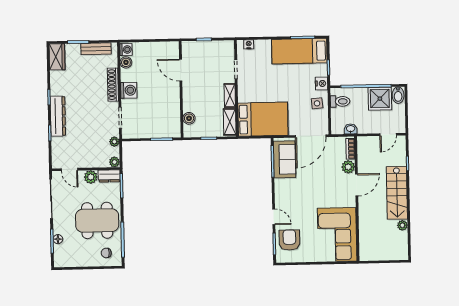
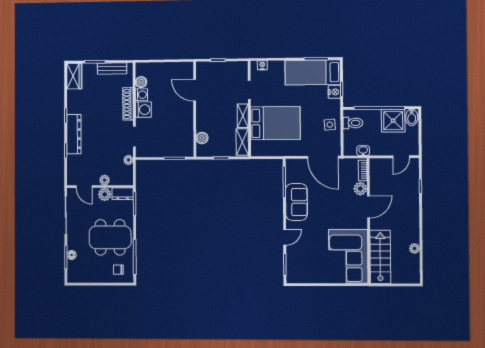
washing machine: (126, 50) -> (141, 95), moved
nightstand: (321, 83) -> (334, 92), moved
bed: (263, 119) -> (275, 123), moved
door: (311, 136) -> (323, 157), hinge flipped
sofa: (285, 159) -> (296, 202), moved
plant: (114, 162) -> (105, 180), moved
stairs: (397, 193) -> (380, 257), moved, turned 180
door: (274, 217) -> (285, 237), hinge flipped
armchair: (289, 240) -> (300, 261), removed

